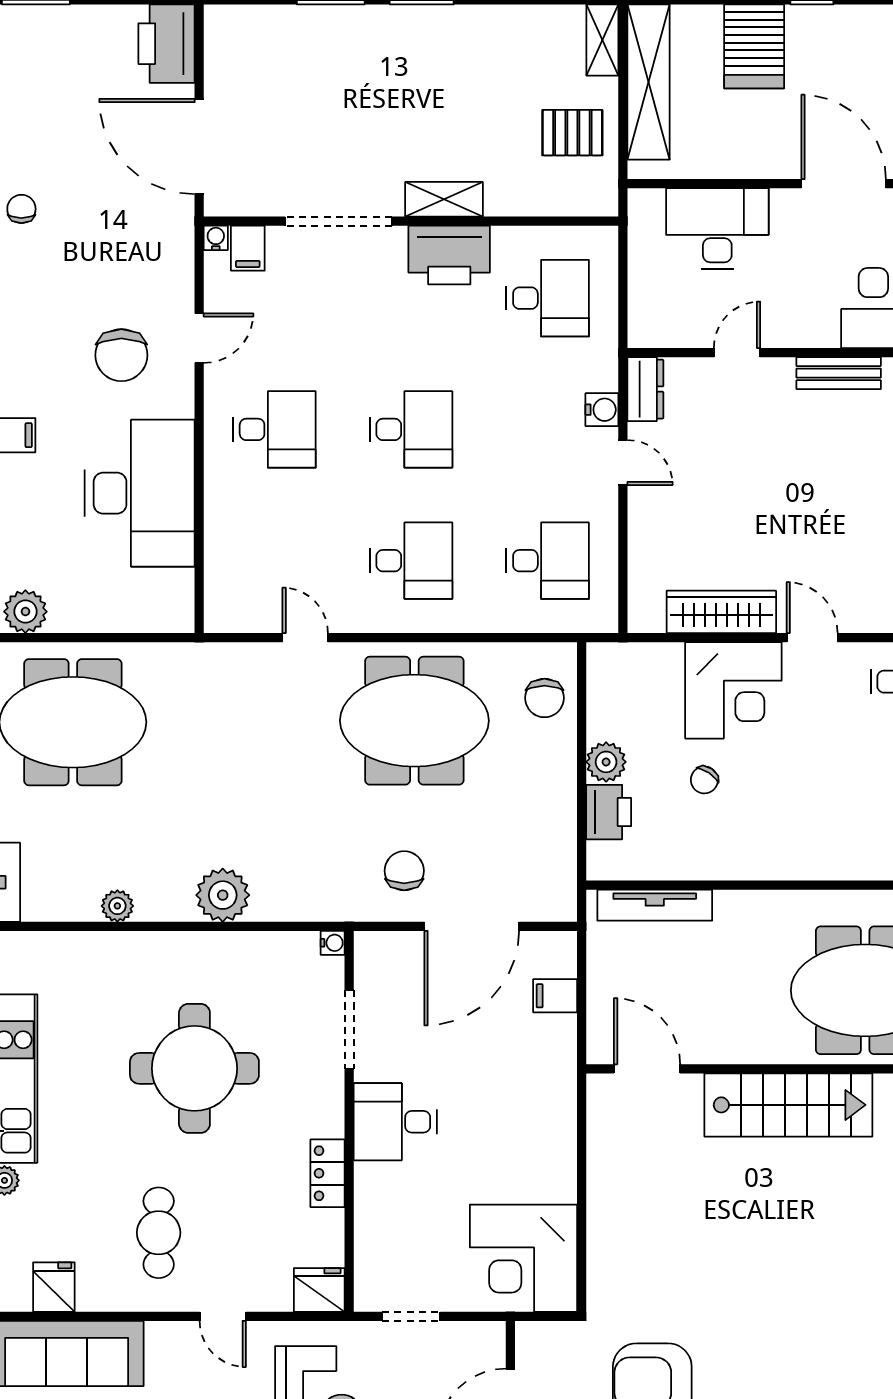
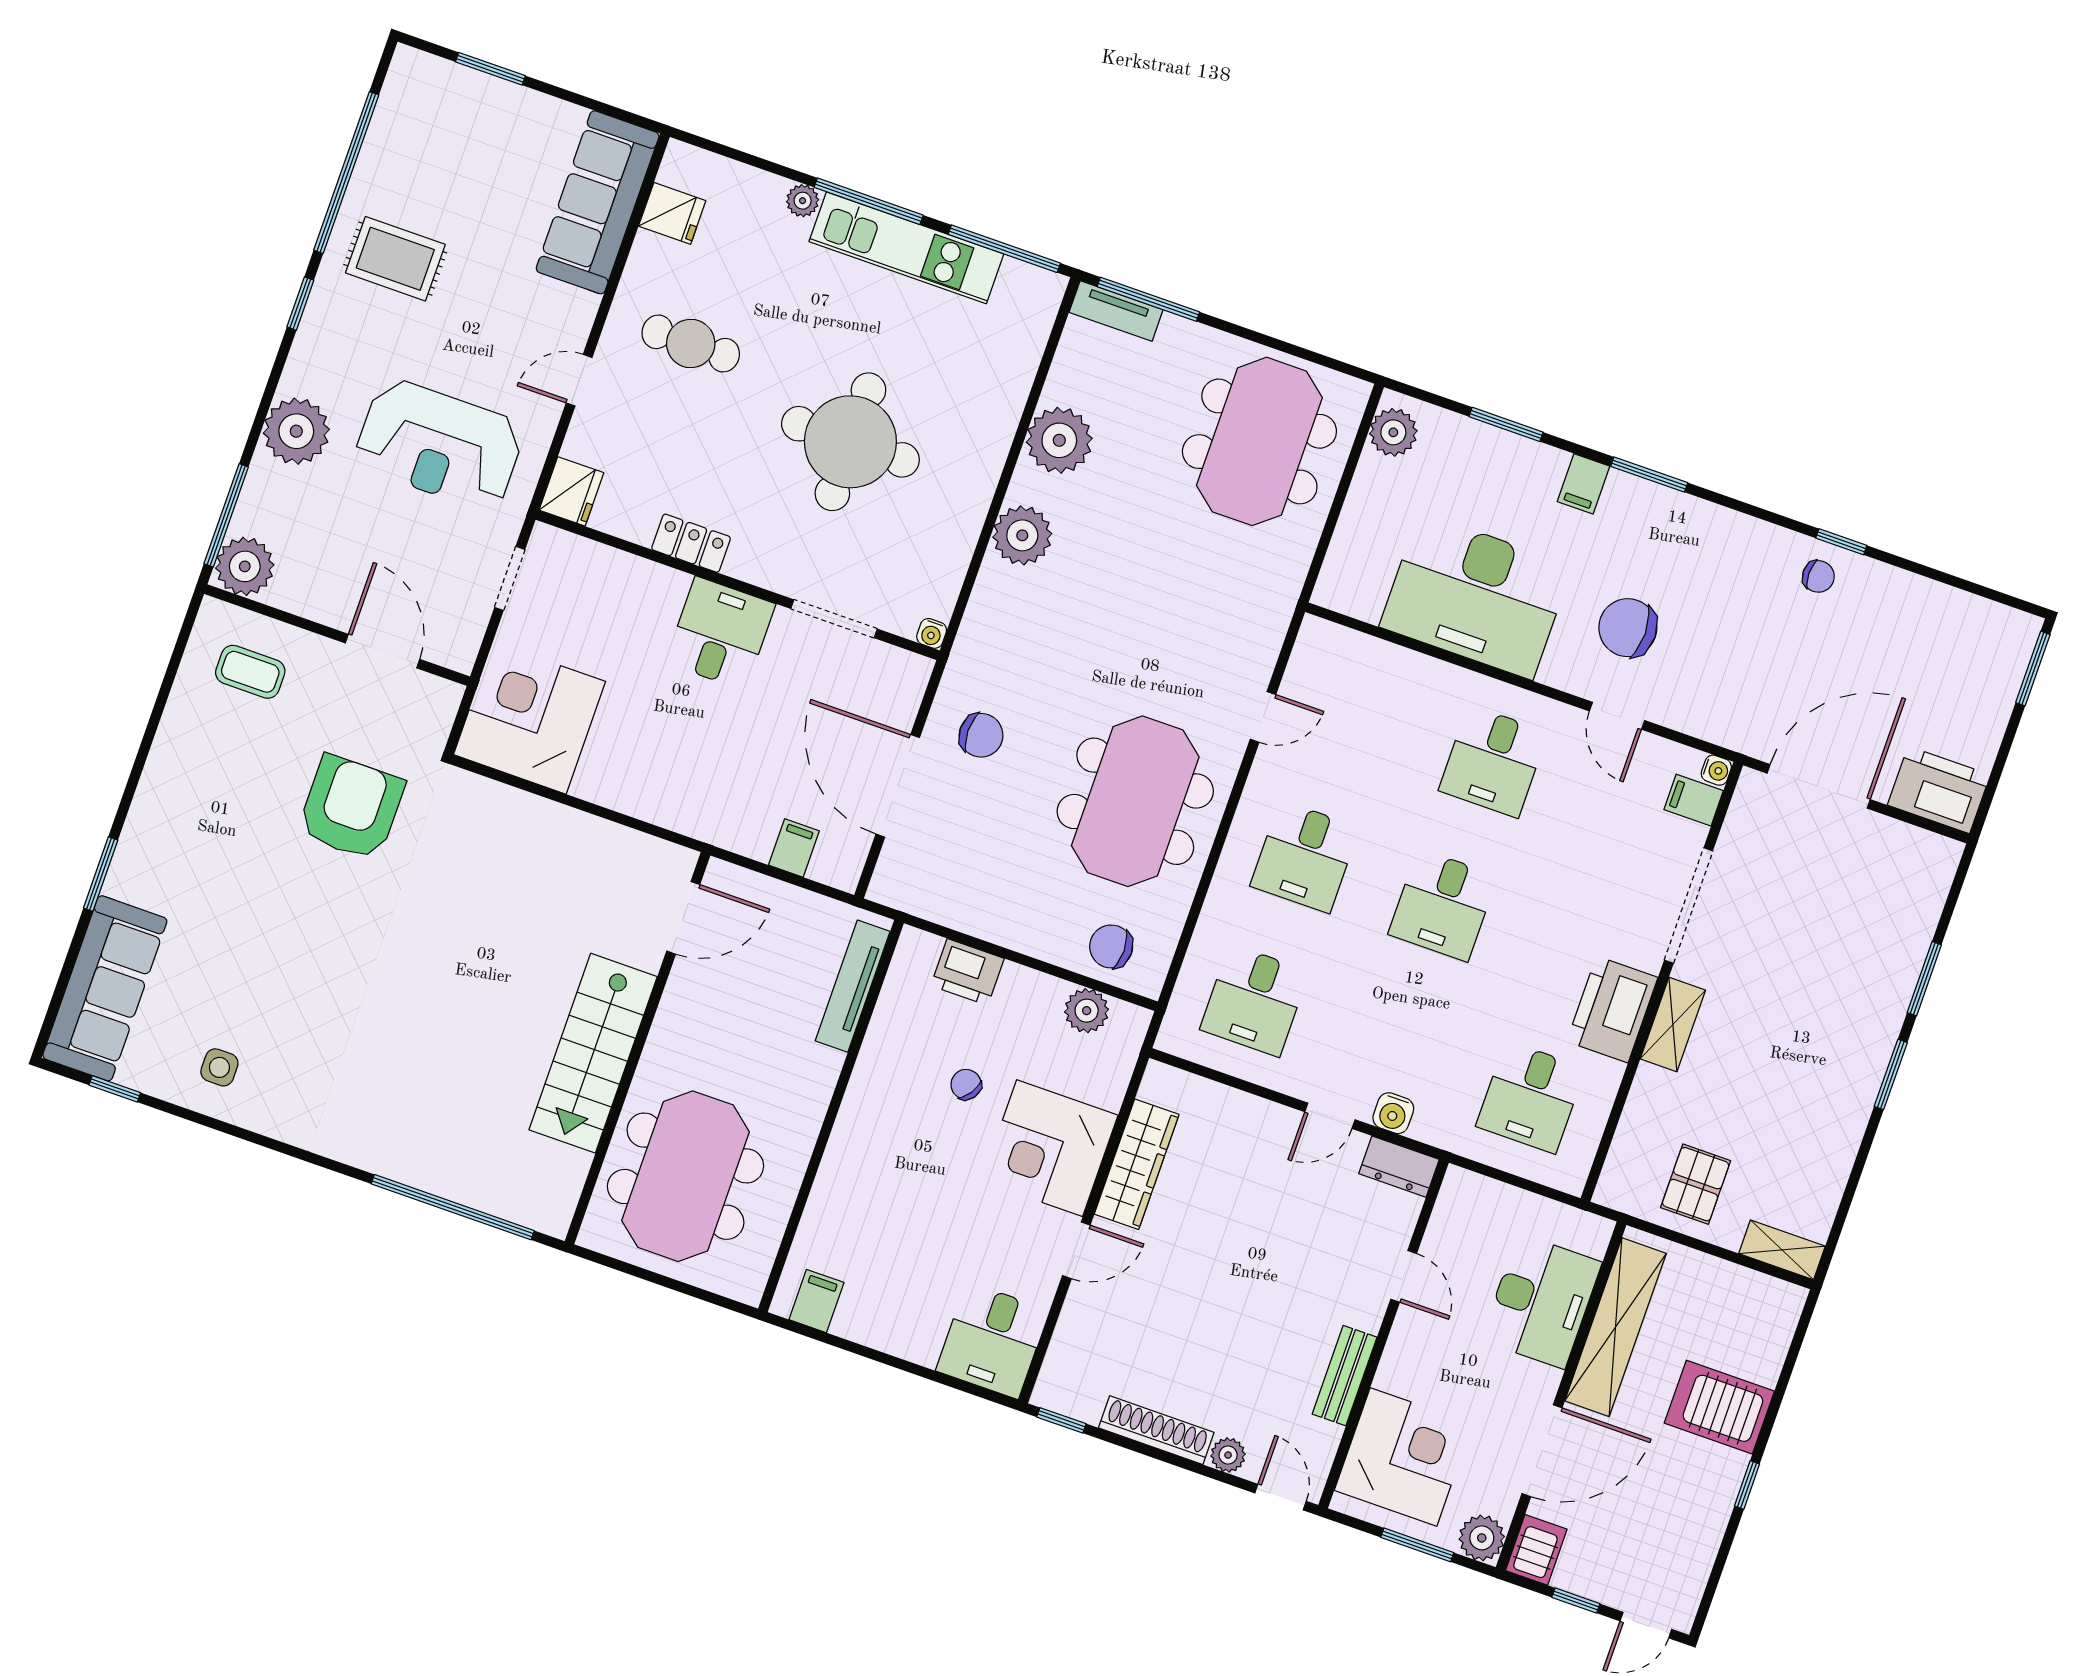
shelving: (649, 82) -> (1616, 1327), moved, turned 90
plant: (606, 762) -> (1087, 1011), moved
plant: (117, 906) -> (1059, 440), width x1.88, depth x1.88

